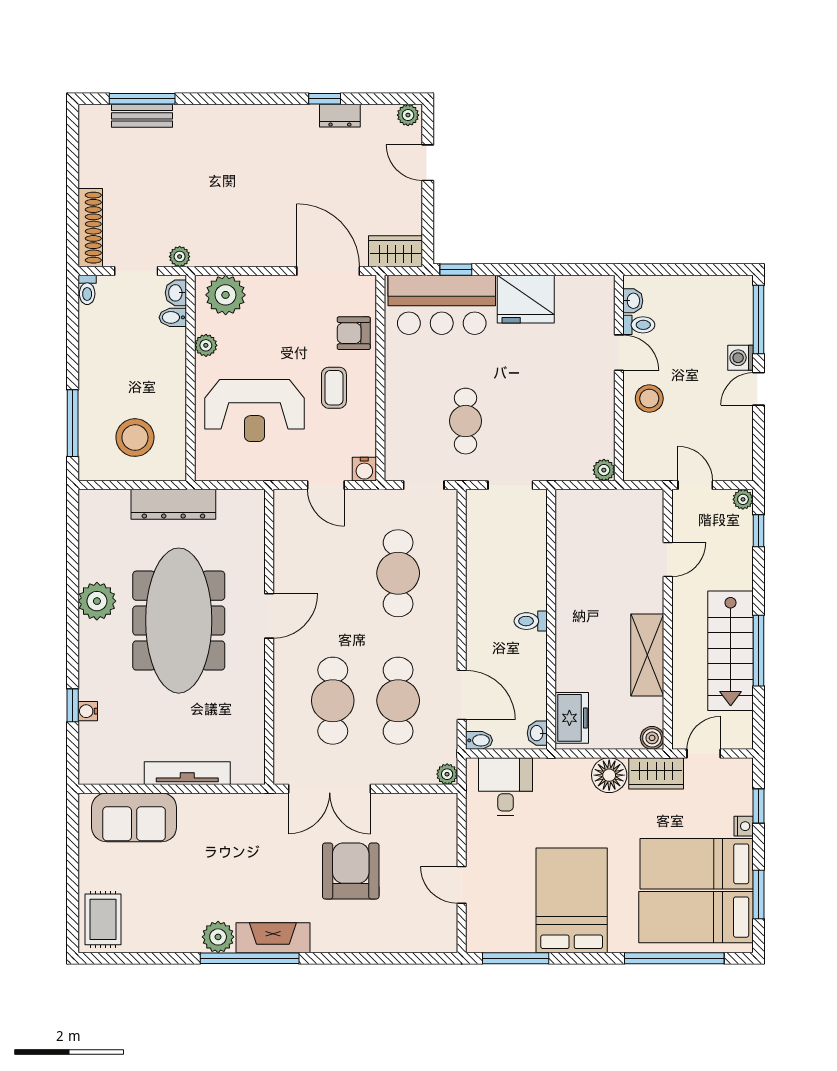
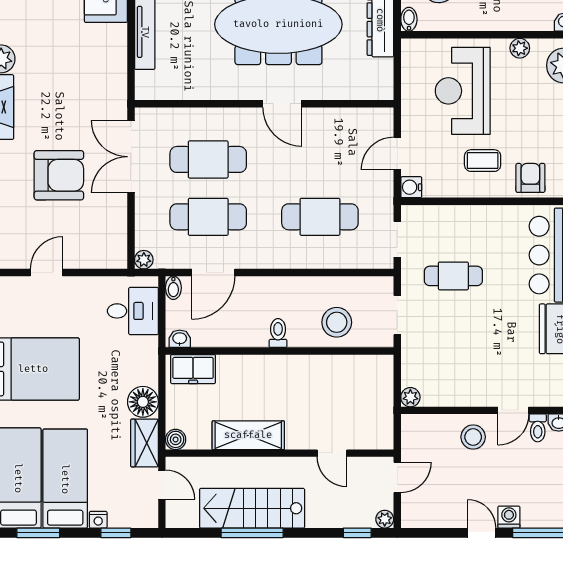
bidet: (173, 317) -> (409, 19), moved
stool: (518, 554) -> (337, 322), added

